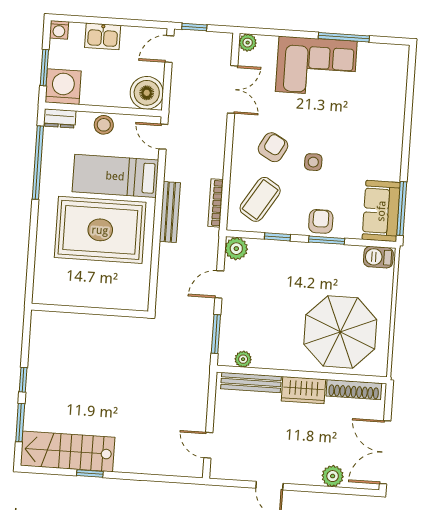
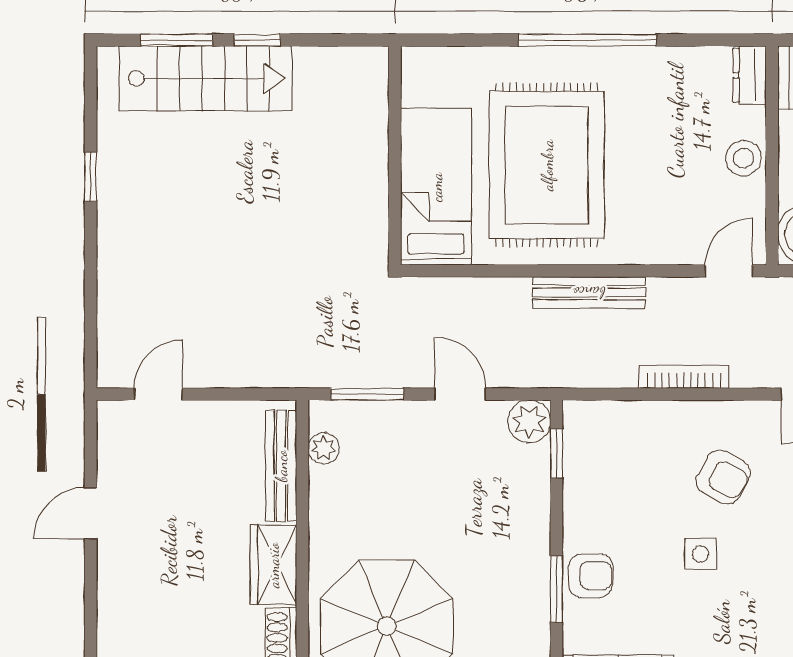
window: (38, 163) -> (587, 40), moved
bed: (115, 176) -> (436, 187), moved
coffee table: (260, 199) -> (624, 460), removed
bookcase: (216, 203) -> (684, 377), moved
window: (277, 237) -> (556, 453), moved
stairs: (68, 451) -> (205, 78), moved, turned 90
plant: (333, 476) -> (117, 630), removed

